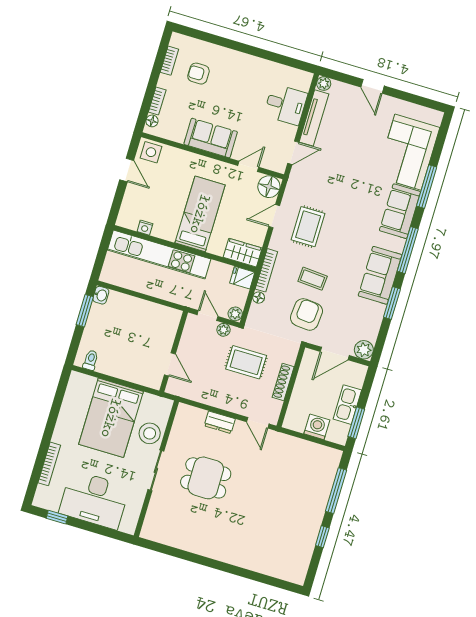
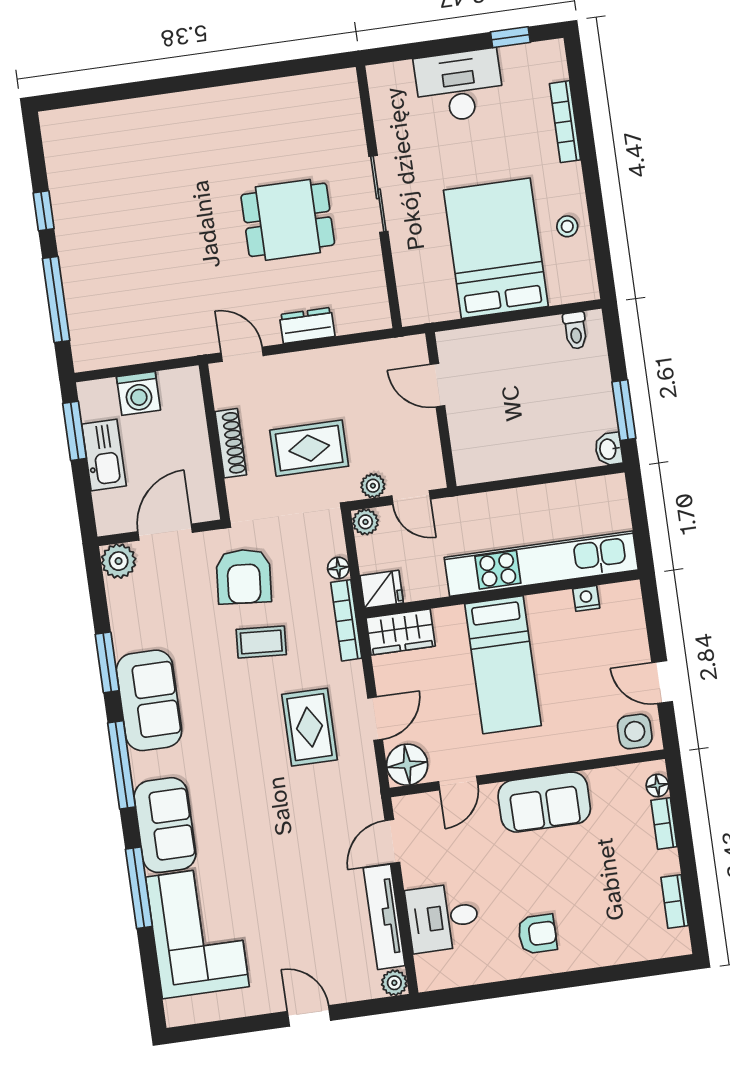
armchair: (198, 74) -> (537, 934), moved
stool: (150, 433) -> (567, 226), moved, width x0.53, depth x0.53
desk: (94, 500) -> (459, 86), width x0.73, depth x0.77

